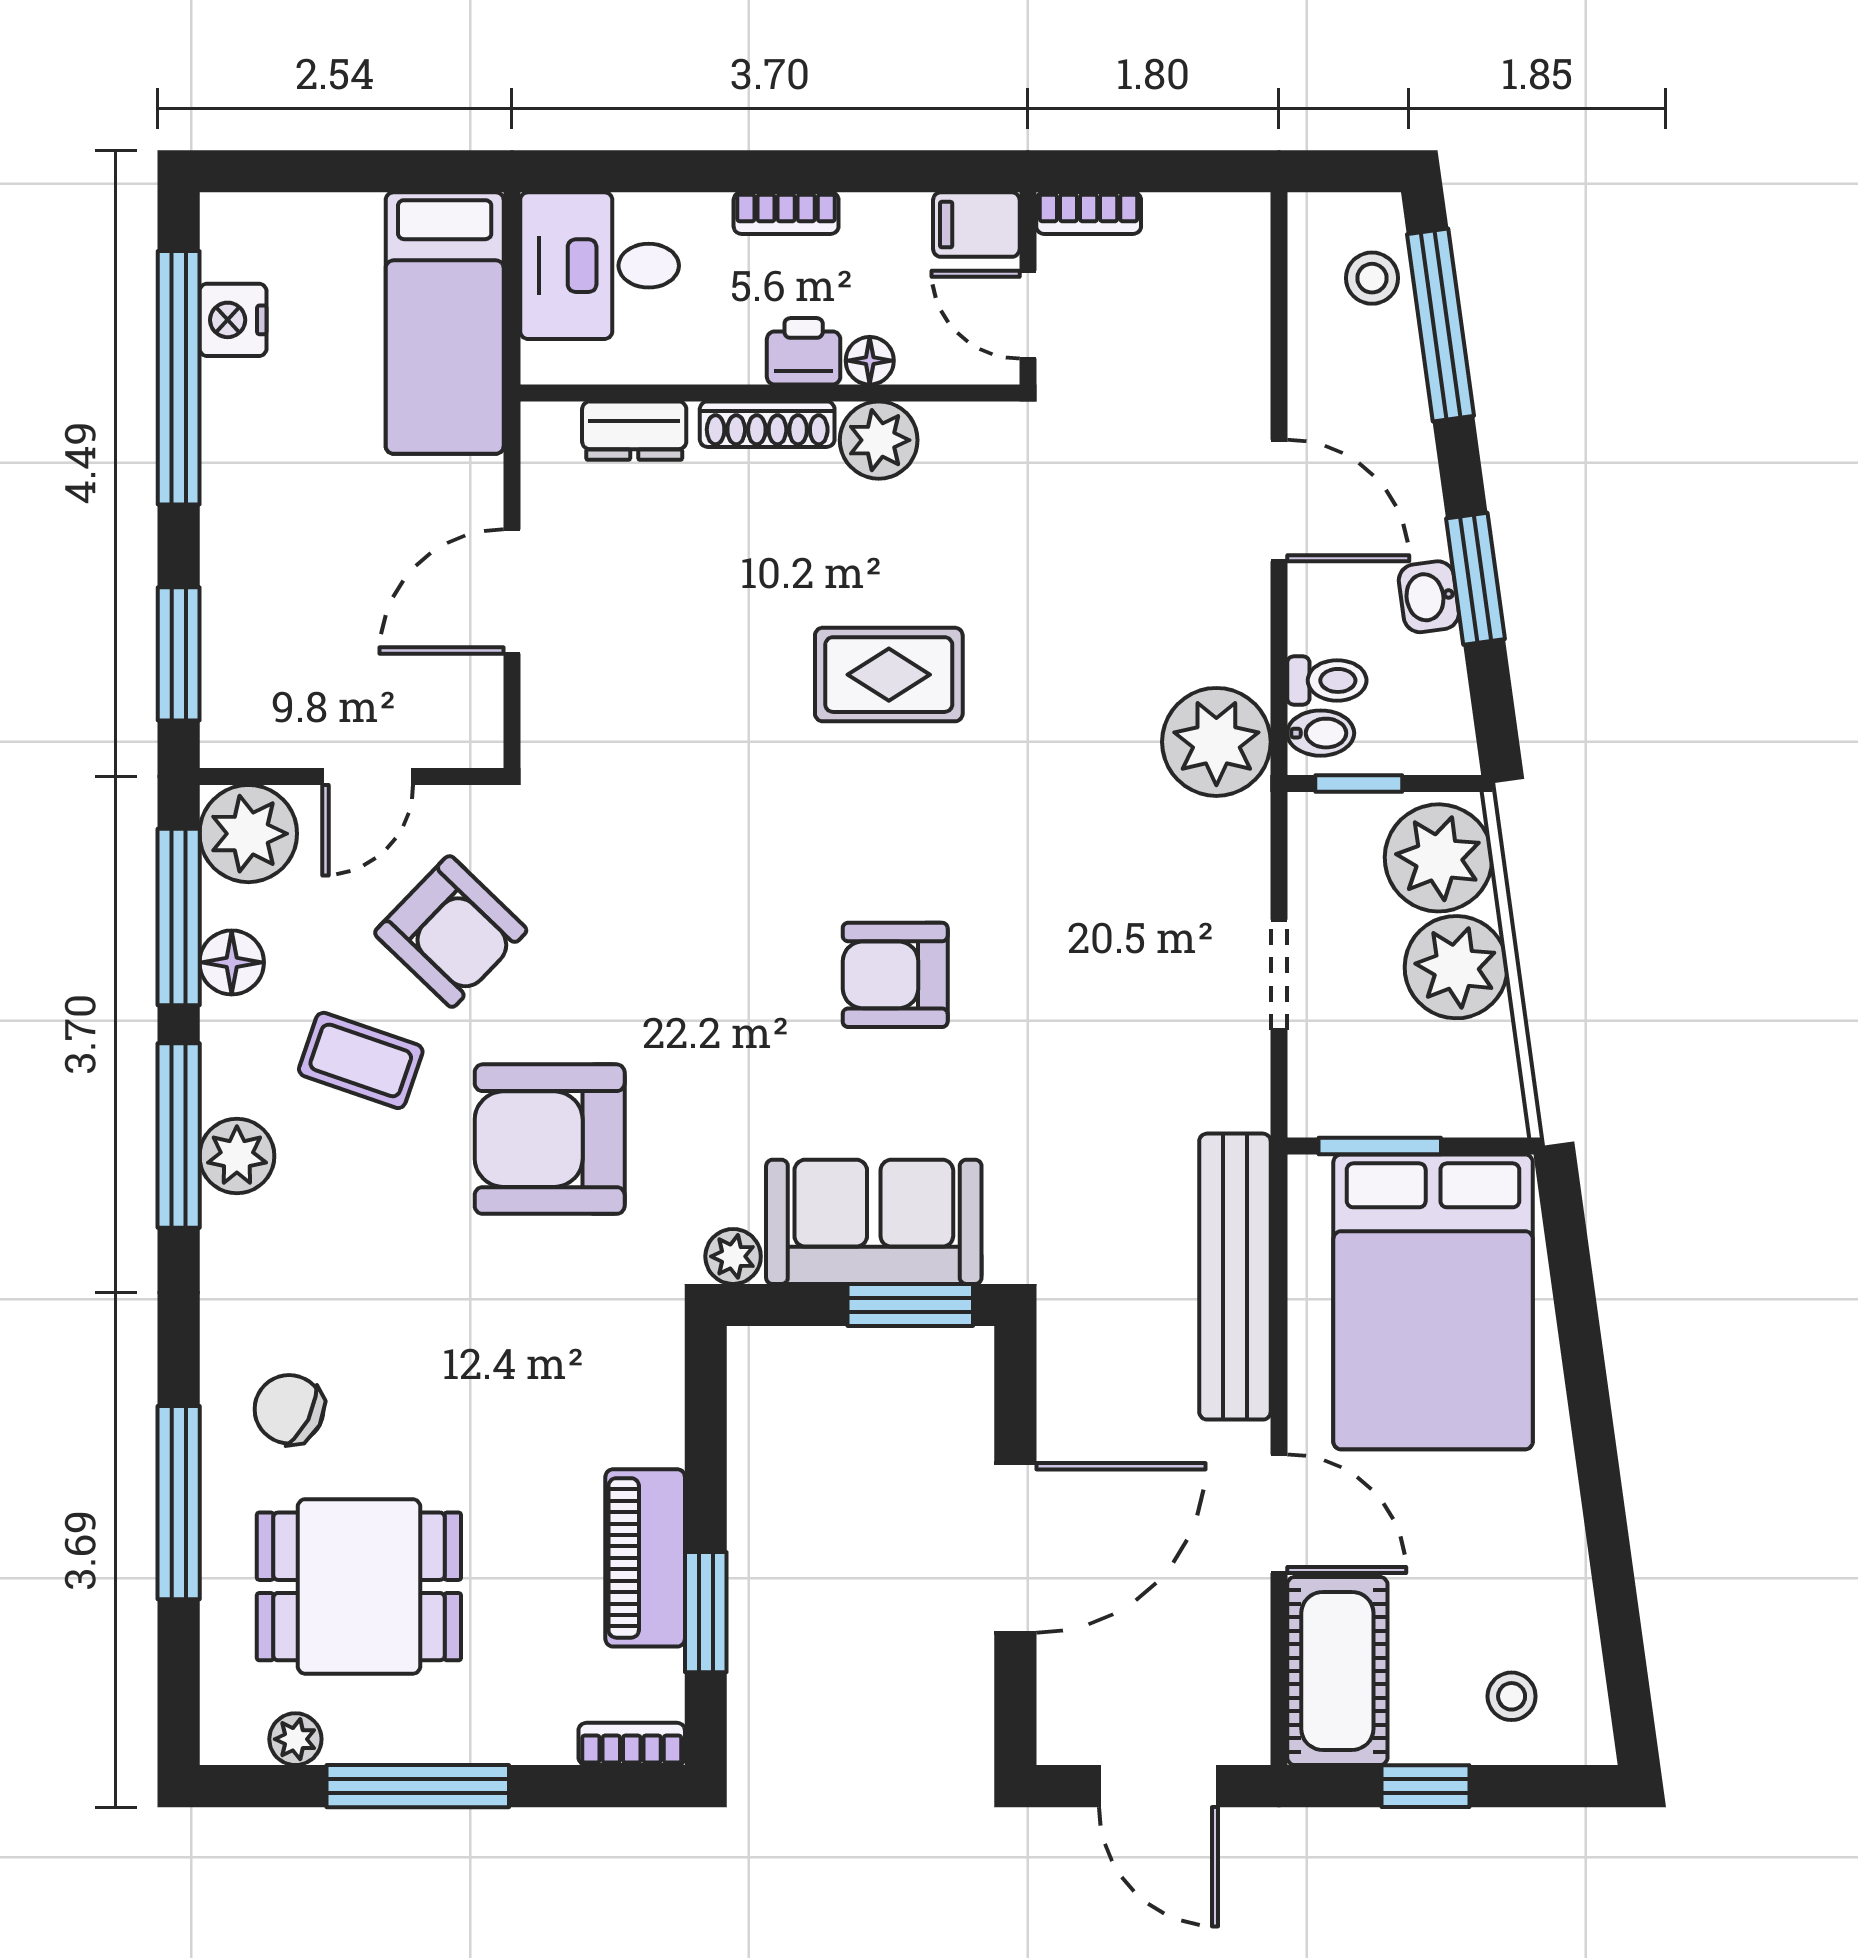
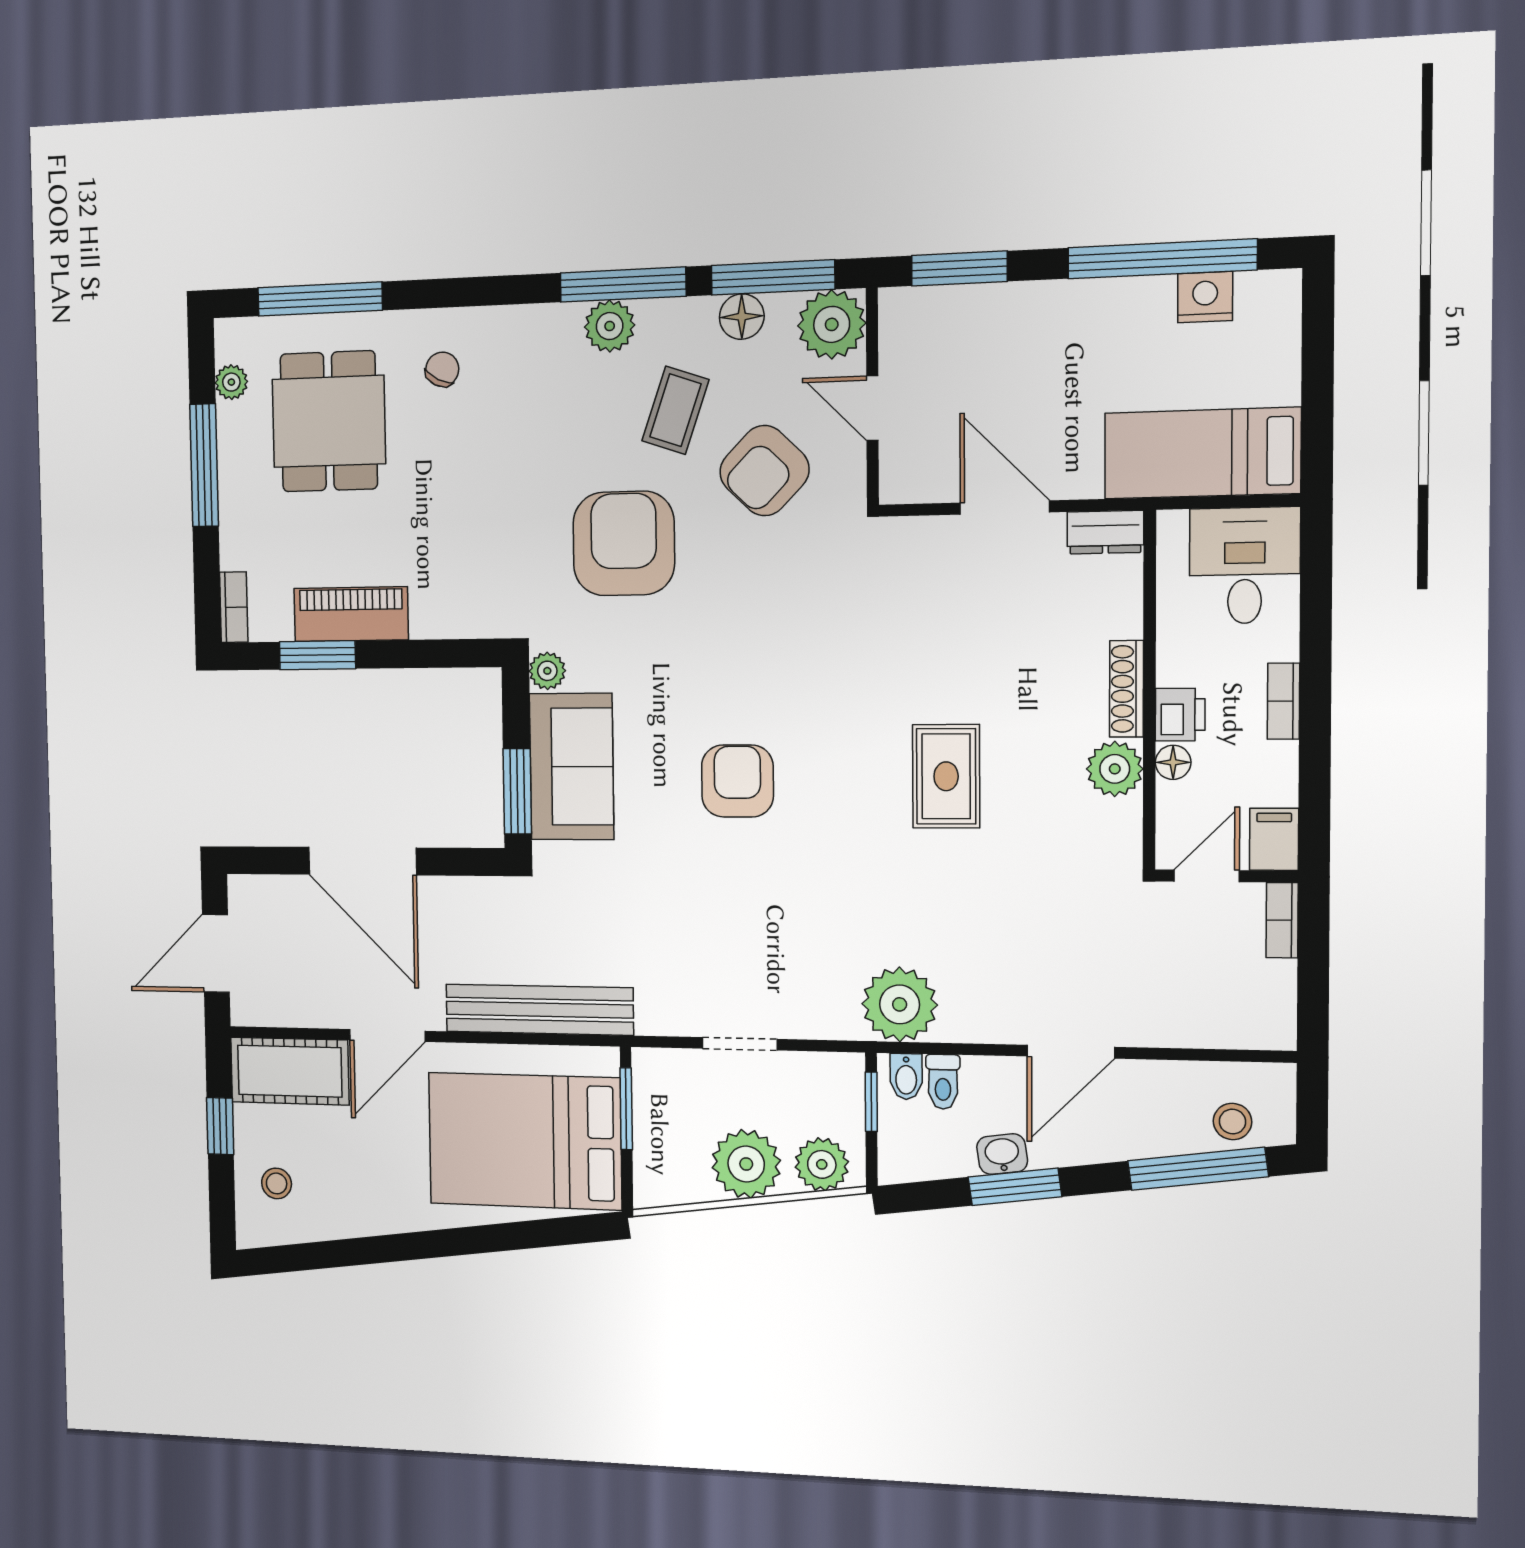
dresser: (634, 431) -> (1105, 532), moved, turned -90
plant: (1439, 858) -> (822, 1164), width x0.73, depth x0.73
chair: (289, 1409) -> (442, 369), width x0.73, depth x0.73
window: (179, 1503) -> (320, 299), moved

